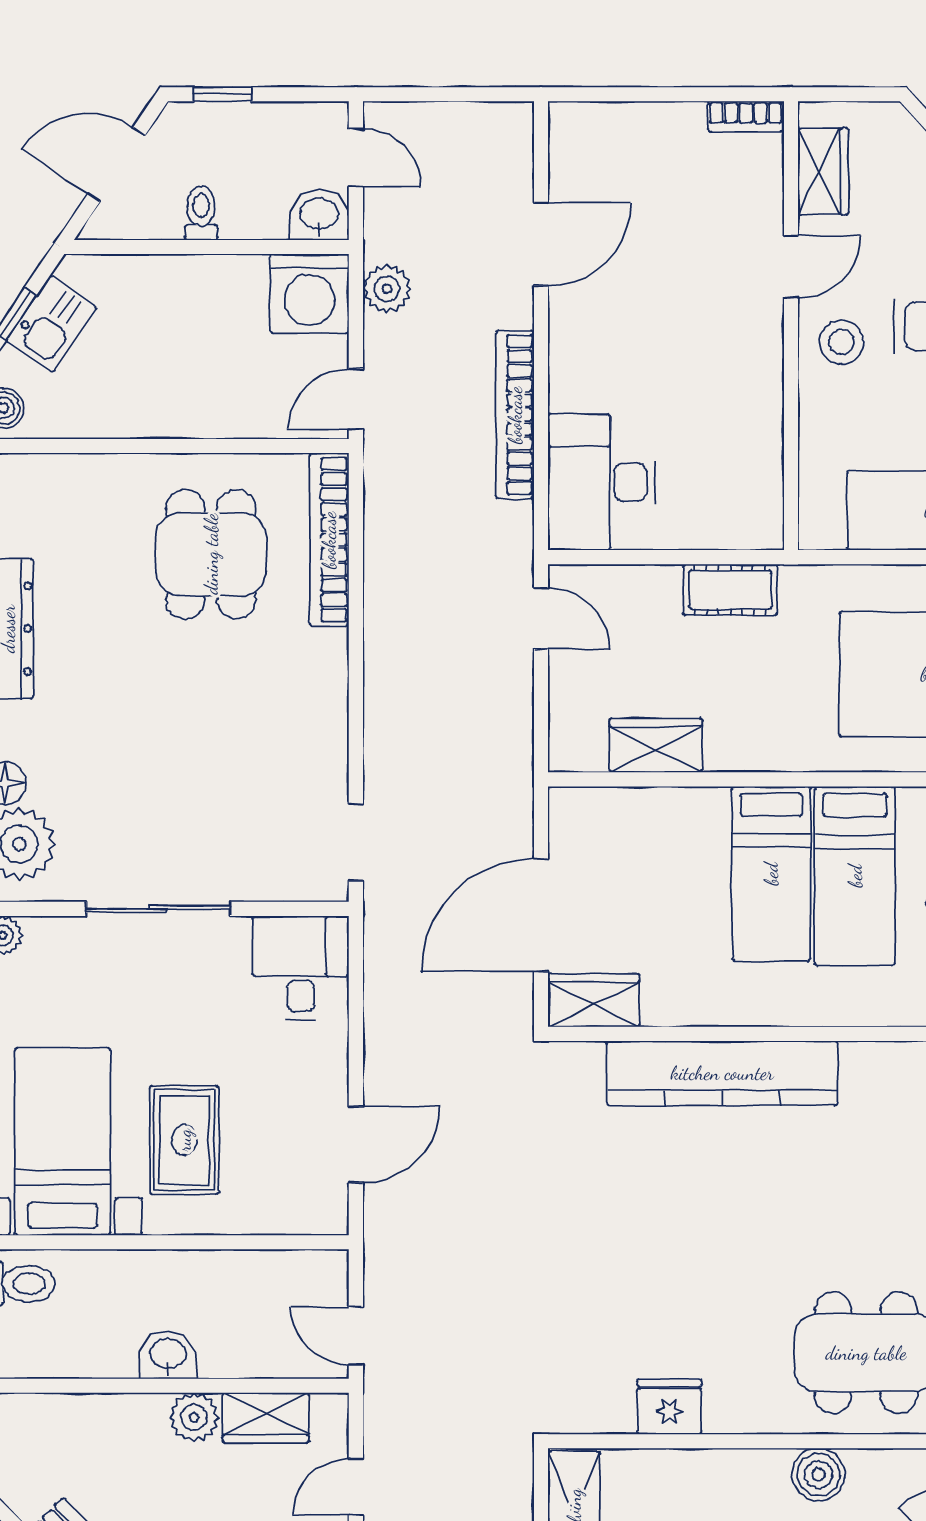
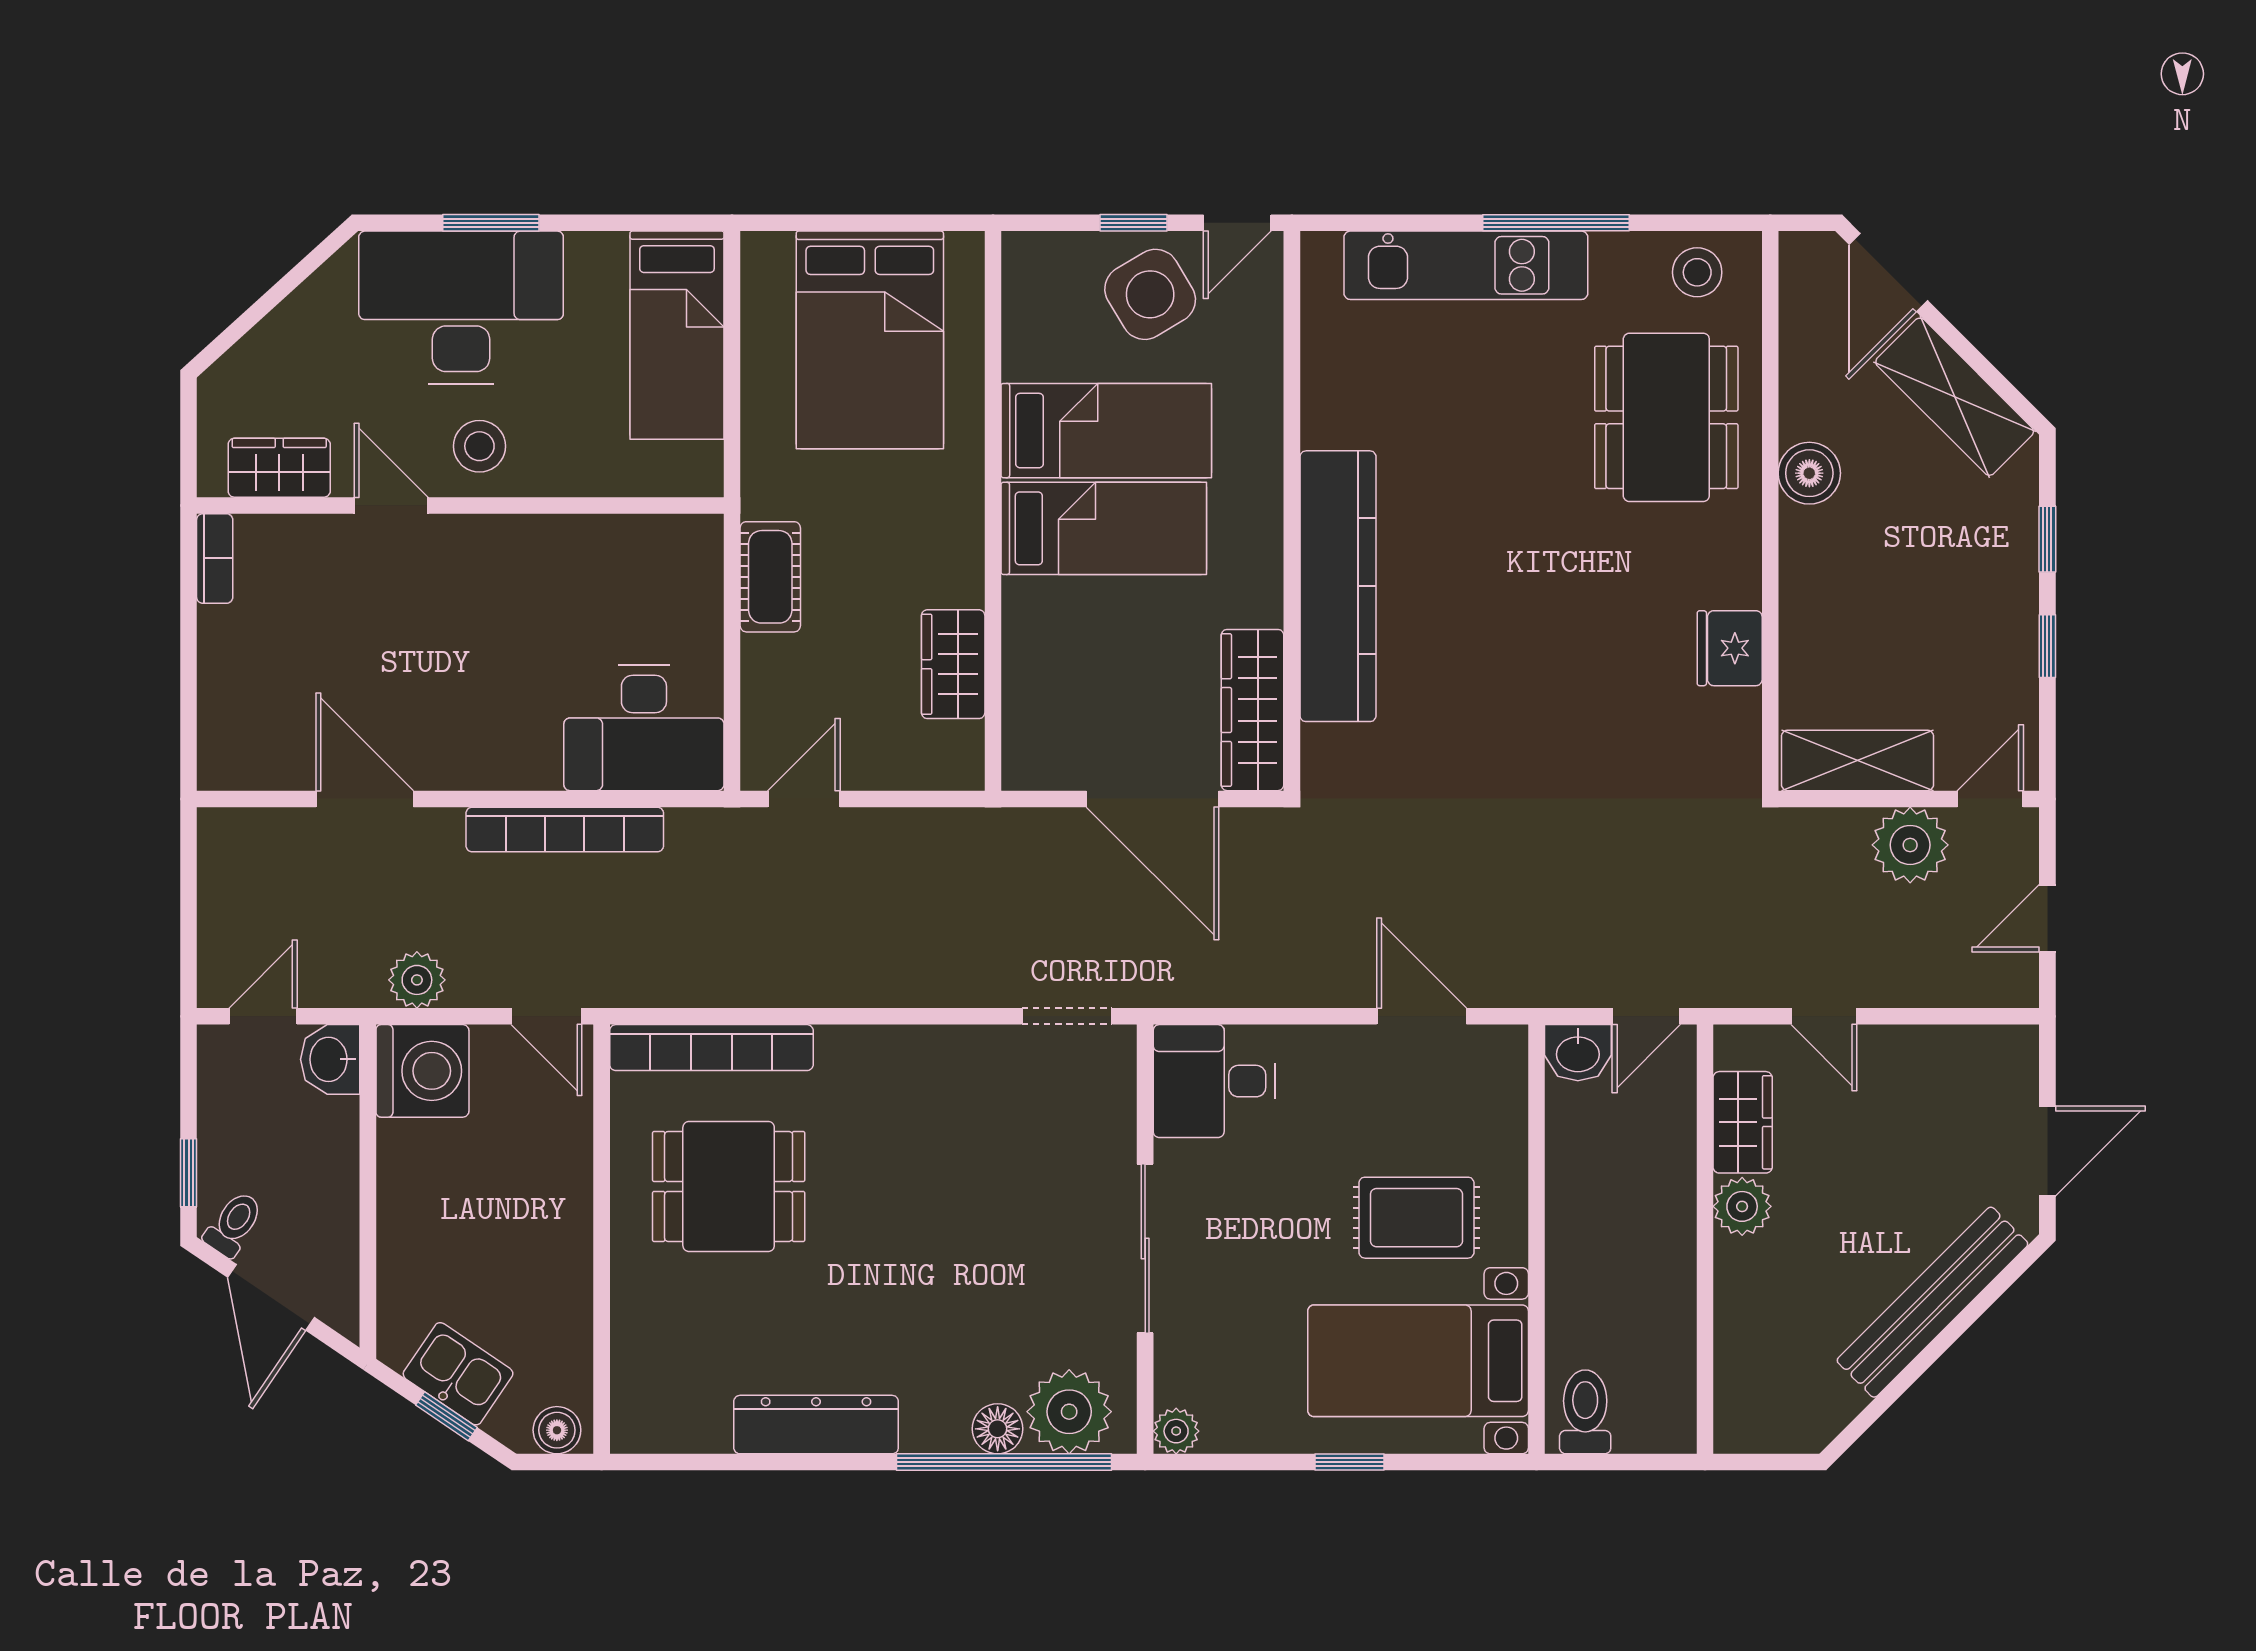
toilet: (201, 213) -> (234, 1224), moved, turned 124
wardrobe: (594, 1000) -> (1253, 710), width x1.50
washbasin: (168, 1355) -> (1578, 1053), moved, turned -90

